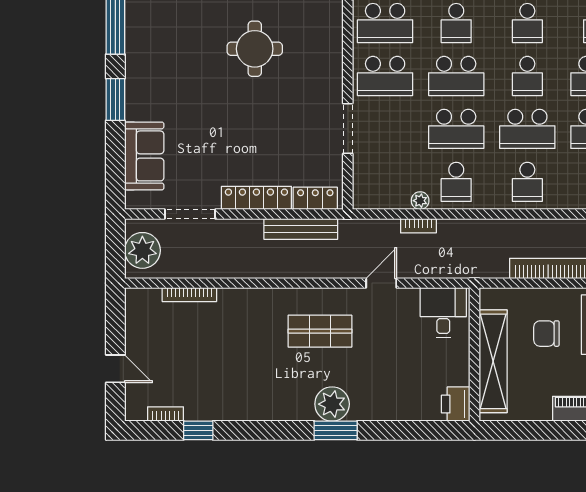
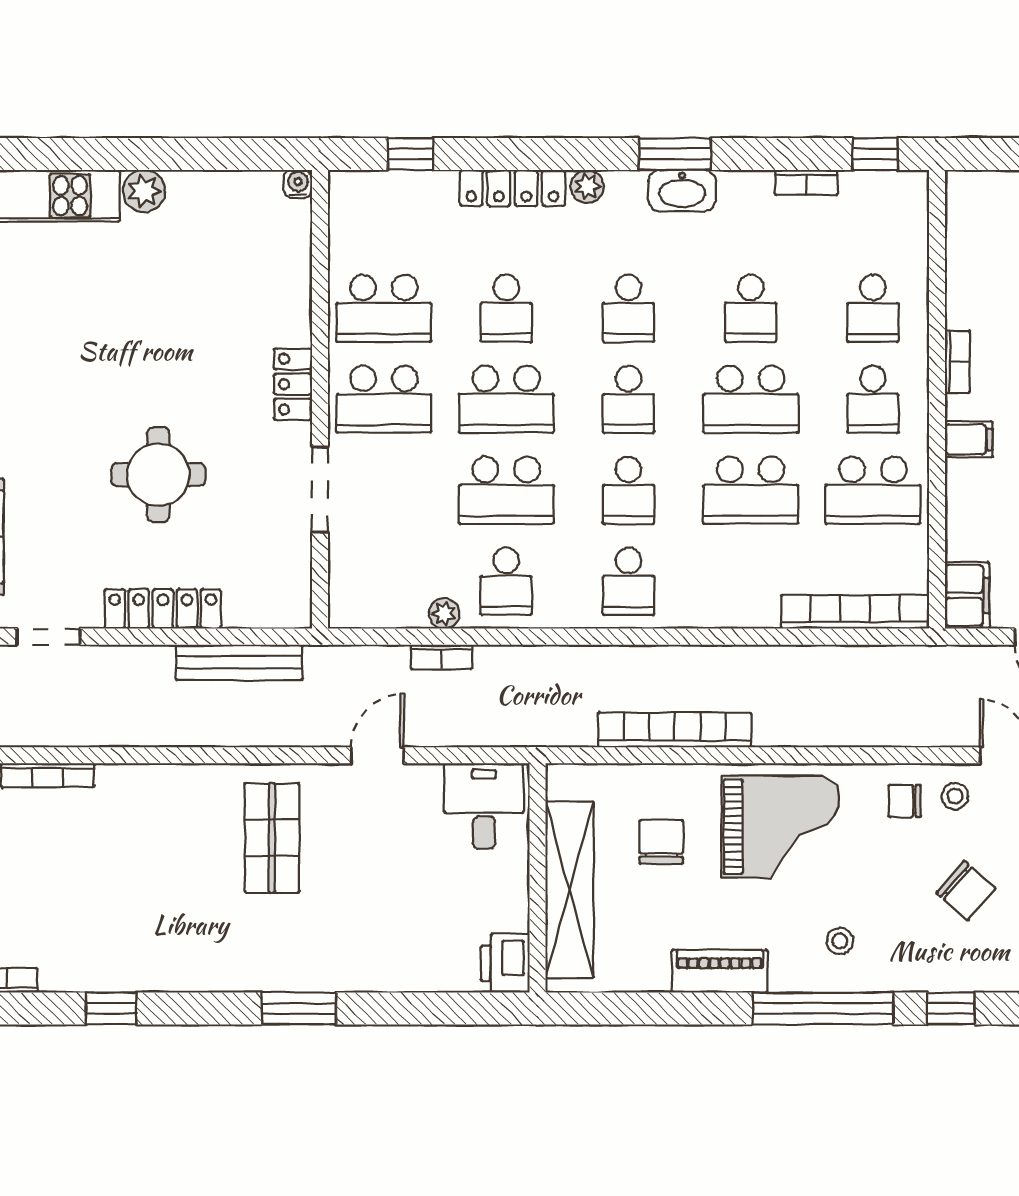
round table: (255, 49) -> (158, 475), moved
school desk: (527, 129) -> (628, 490), width x0.54
locker: (315, 198) -> (293, 384), moved, turned -90
doorway: (190, 214) -> (49, 637), width x0.73
shop shelf: (320, 331) -> (272, 838), turned 90
chair: (546, 334) -> (661, 842), turned 90
plant: (332, 404) -> (293, 963), removed
window: (198, 430) -> (111, 1008), moved

